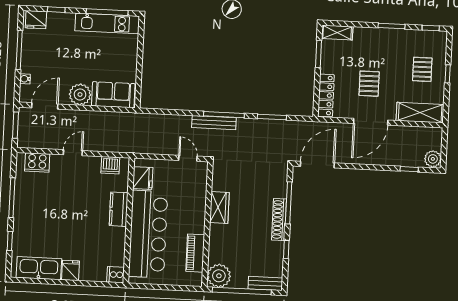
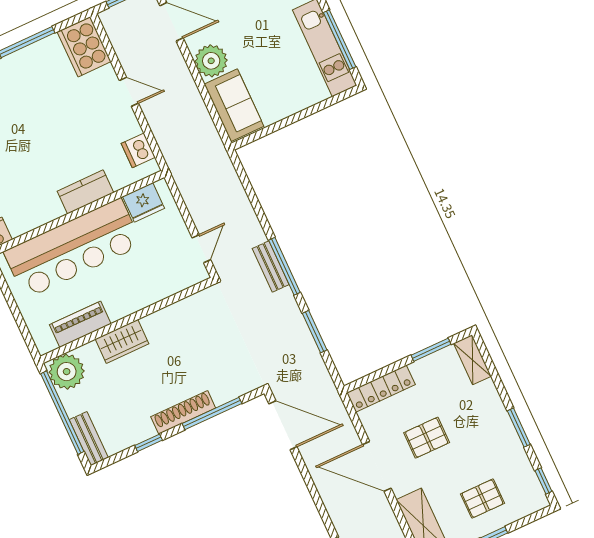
bench: (214, 123) -> (271, 267), width x0.73
cooker: (37, 162) -> (84, 47), width x1.37, depth x1.31
wardrobe: (219, 207) -> (122, 341), moved

